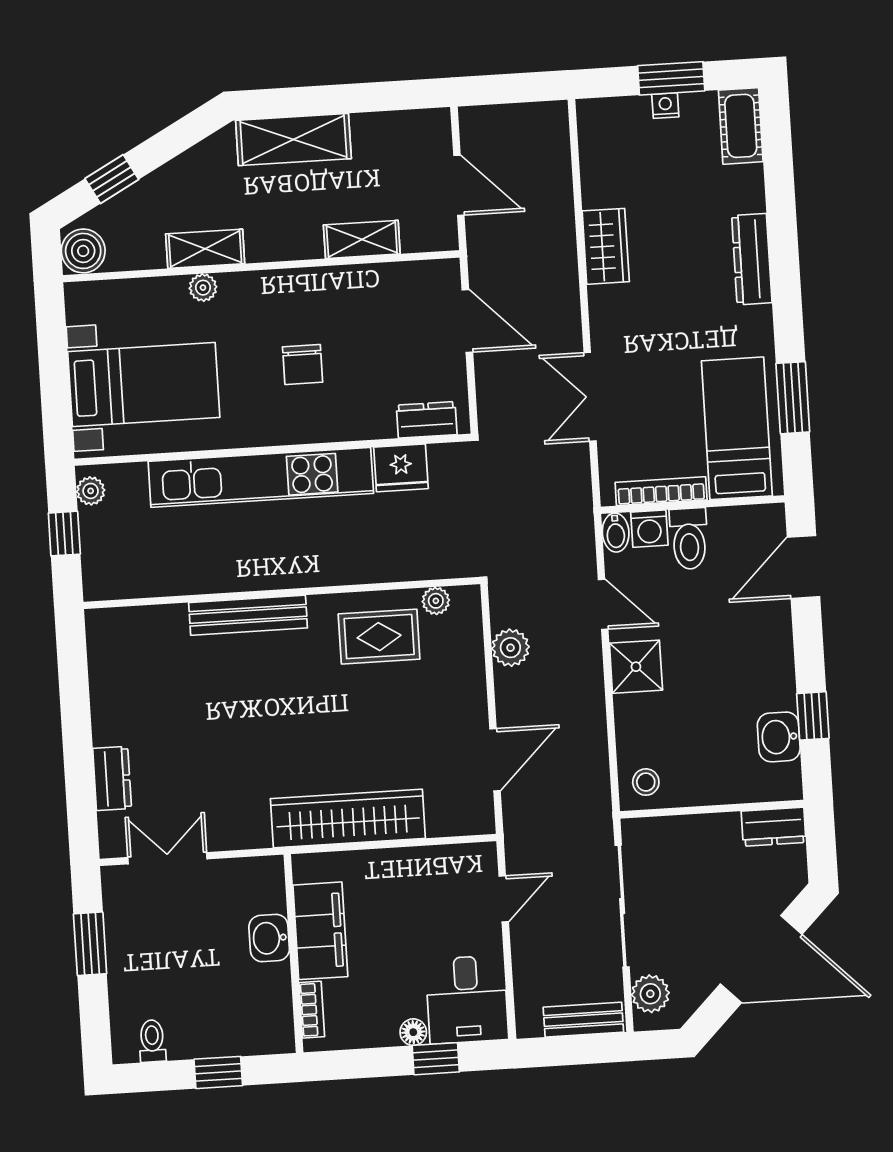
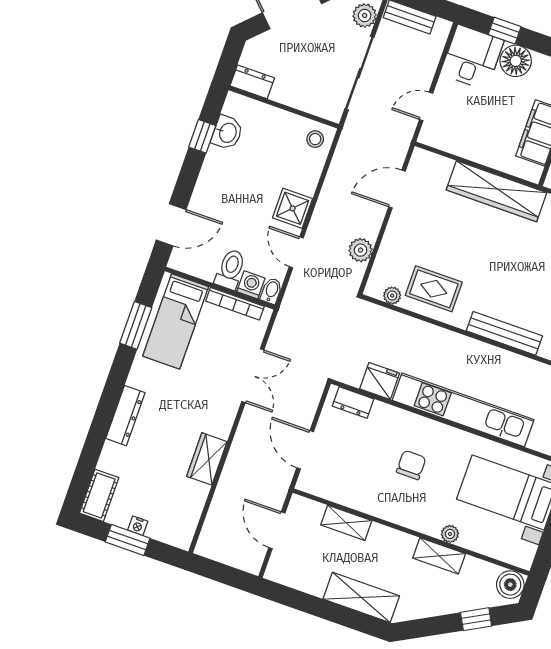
floor lamp: (413, 1032) -> (516, 61), width x1.89, depth x1.89

